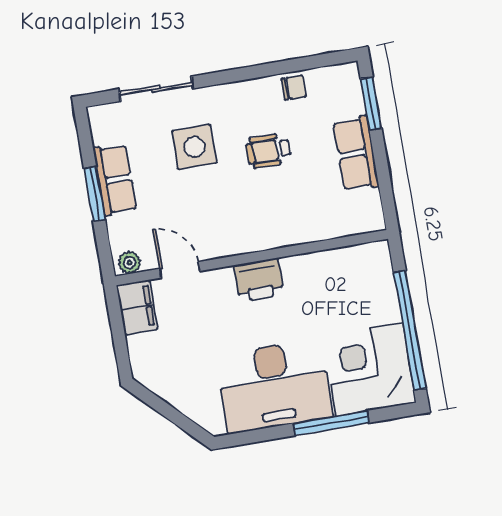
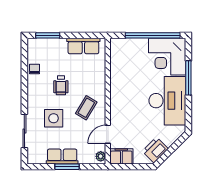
row of seats: (356, 154) -> (83, 46), moved
coffee table: (229, 214) -> (86, 108), added
printer: (259, 280) -> (155, 150), moved, turned -135

